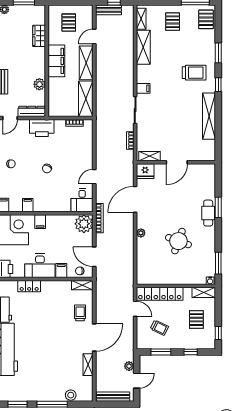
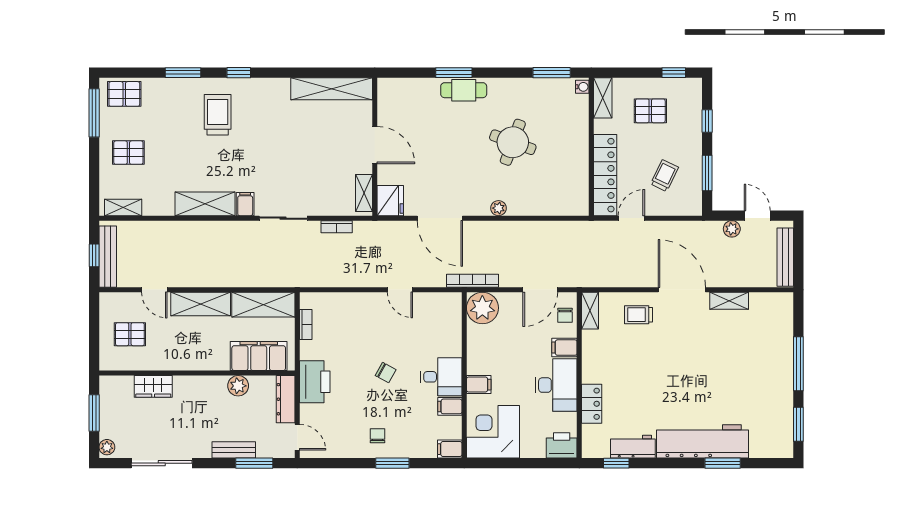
bench: (109, 10) -> (108, 257), width x1.36
shelving: (143, 47) -> (205, 204), moved
filing cabinet: (56, 61) -> (259, 356), moved
shelving: (209, 116) -> (332, 89), moved
desk: (82, 200) -> (441, 377), moved
stool: (71, 395) -> (783, 331), removed

